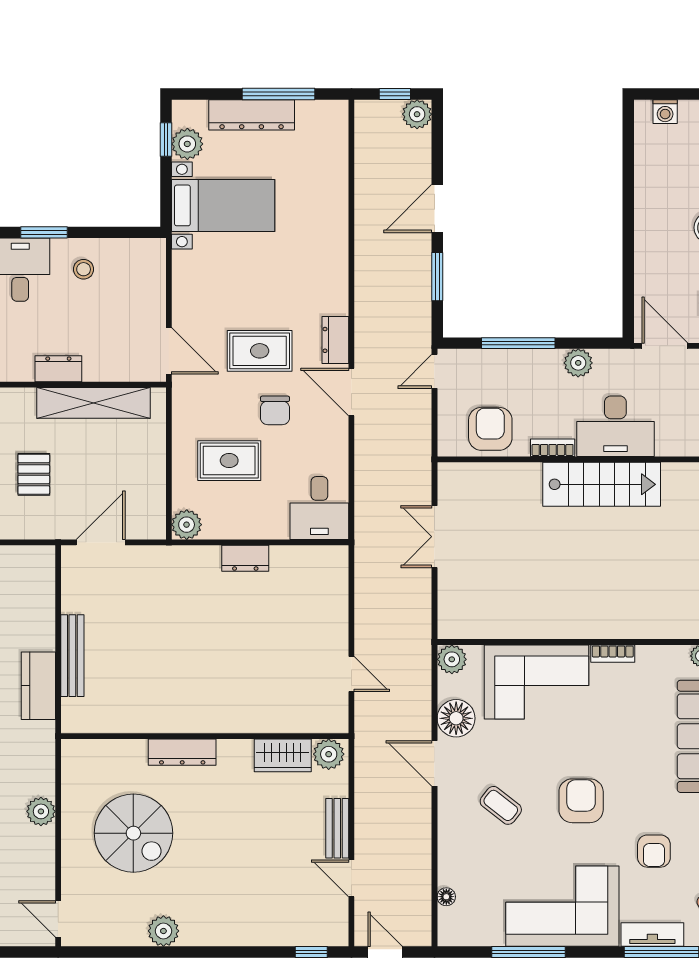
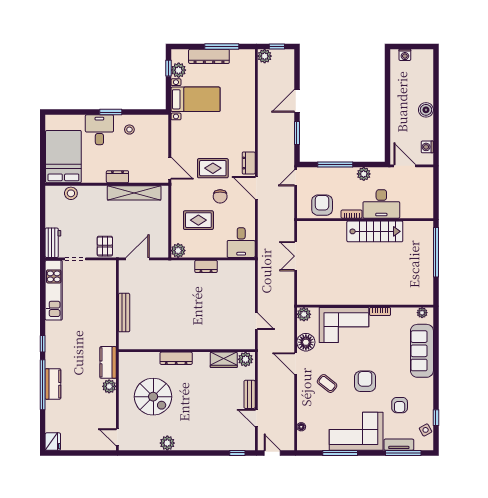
plant: (417, 114) -> (265, 56), moved
pallet: (34, 474) -> (105, 246), moved
kitchen counter: (38, 686) -> (108, 362), moved

